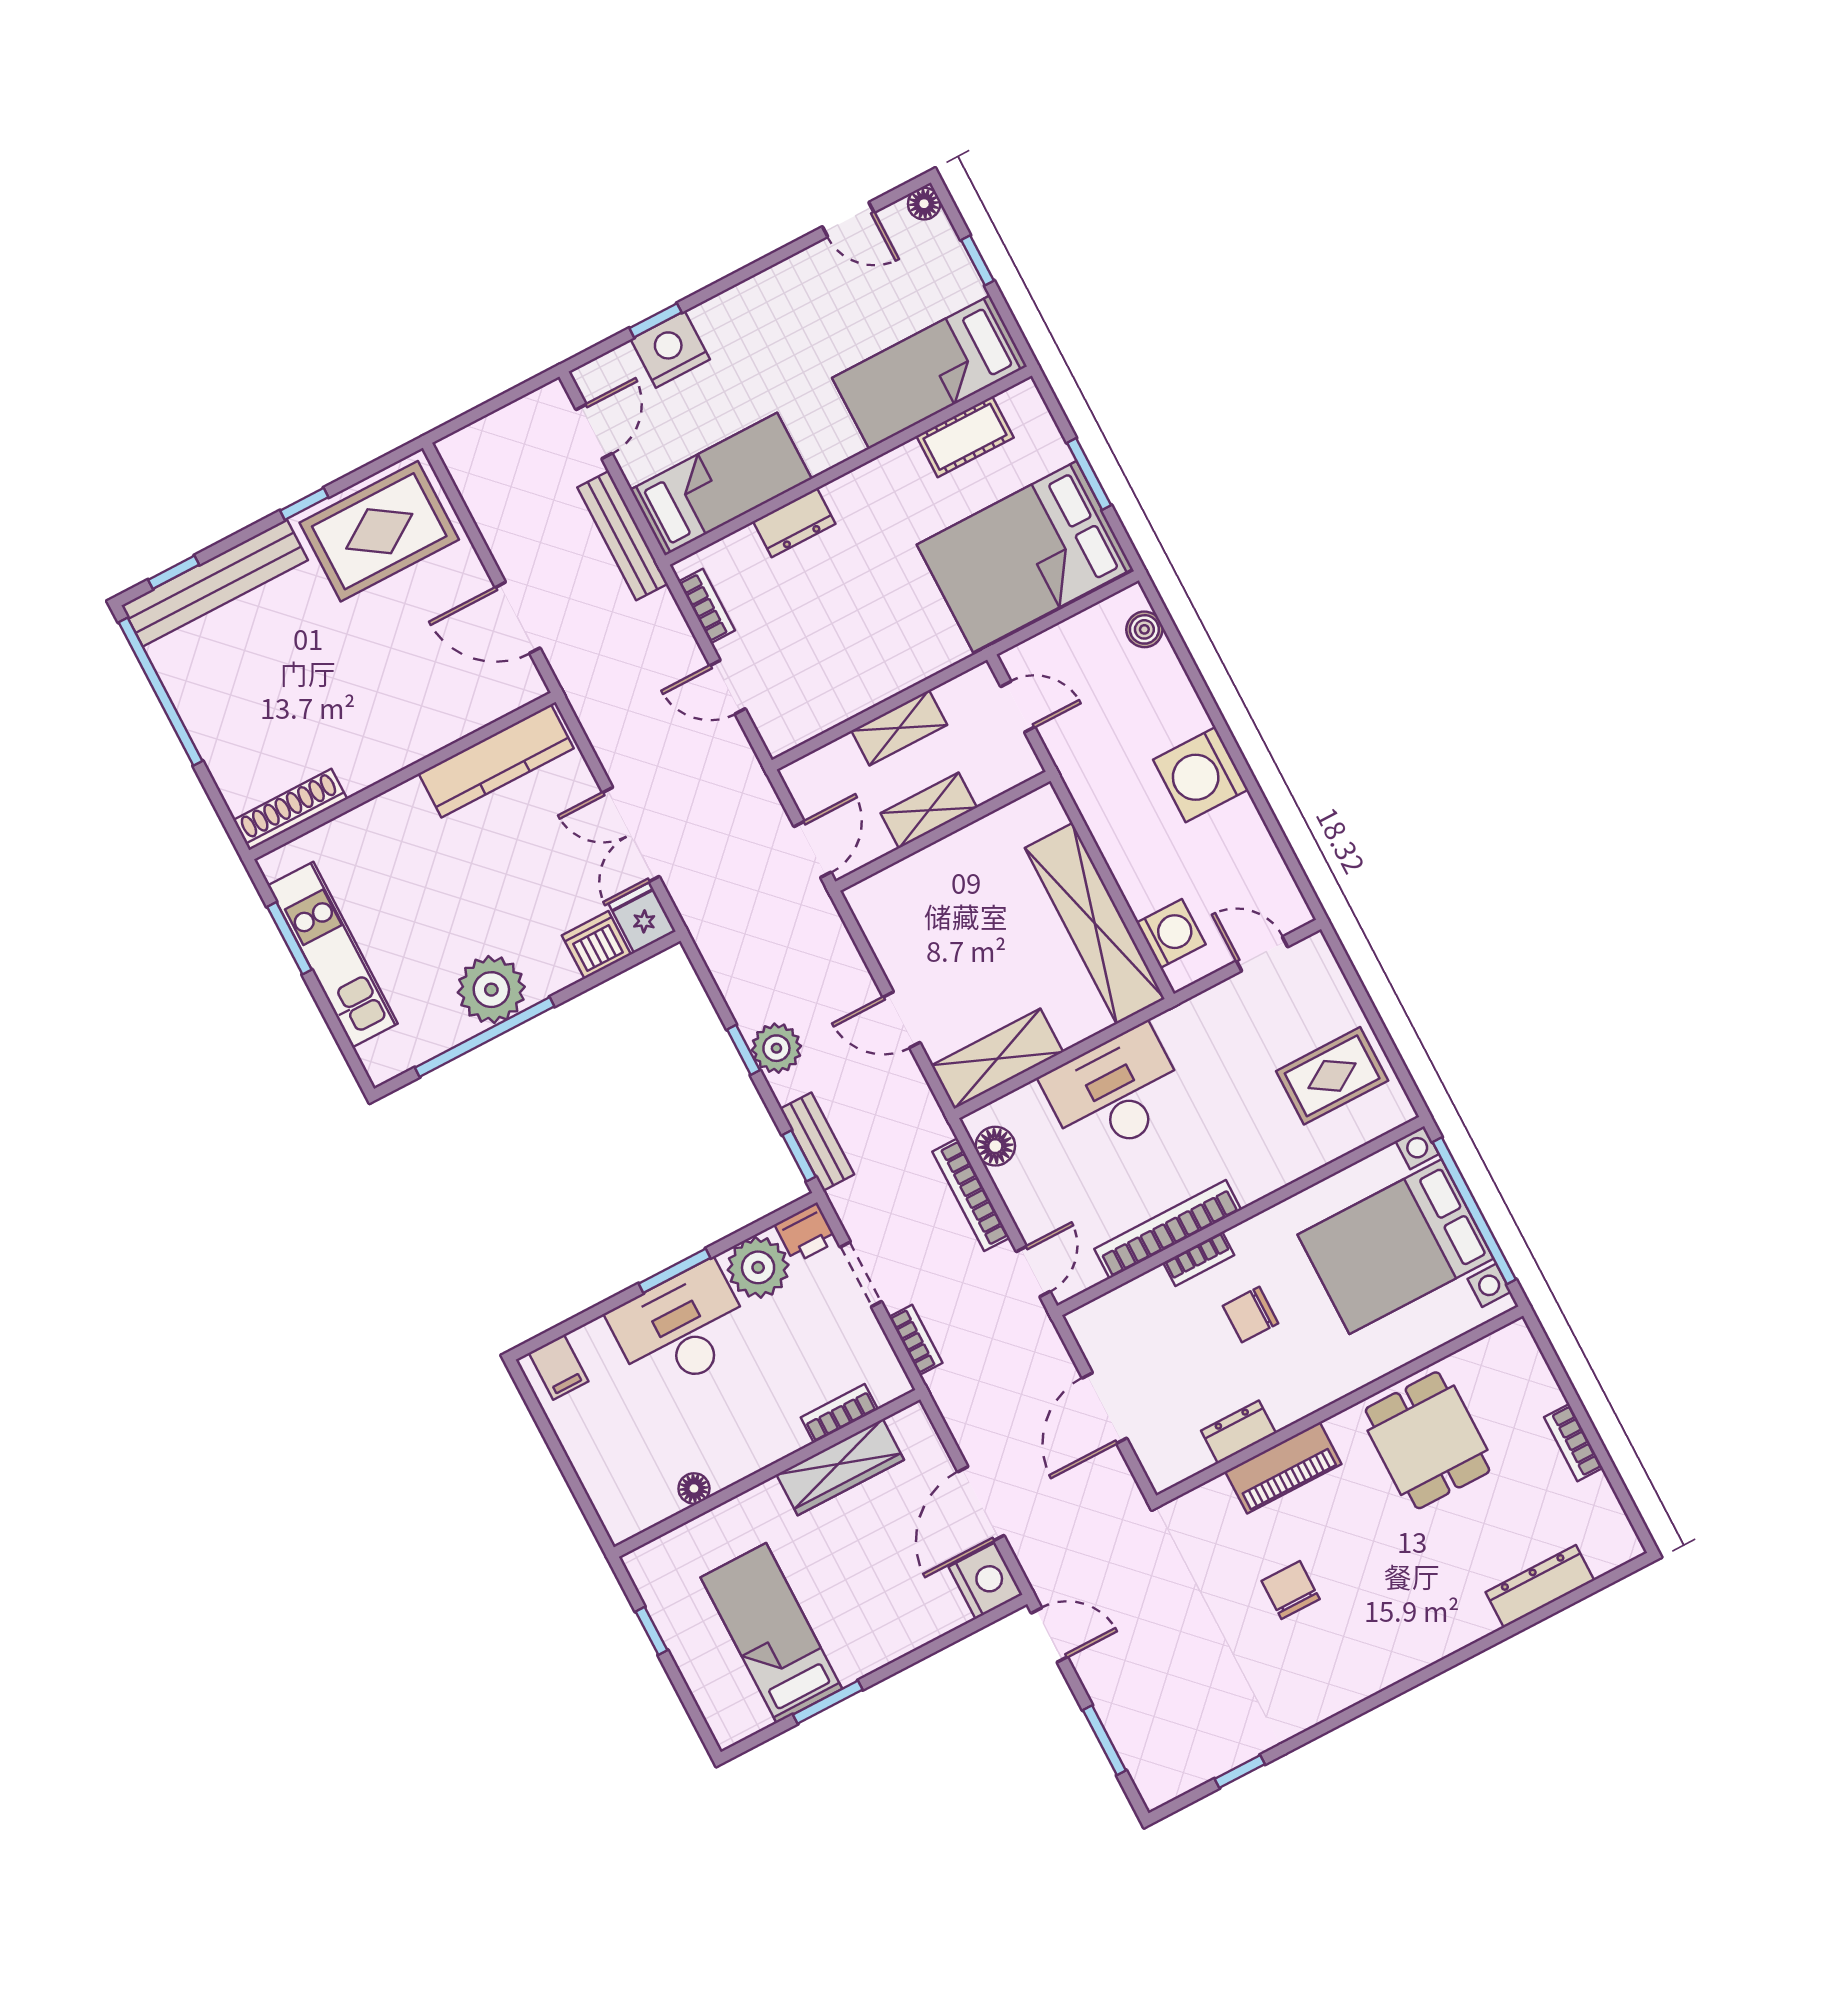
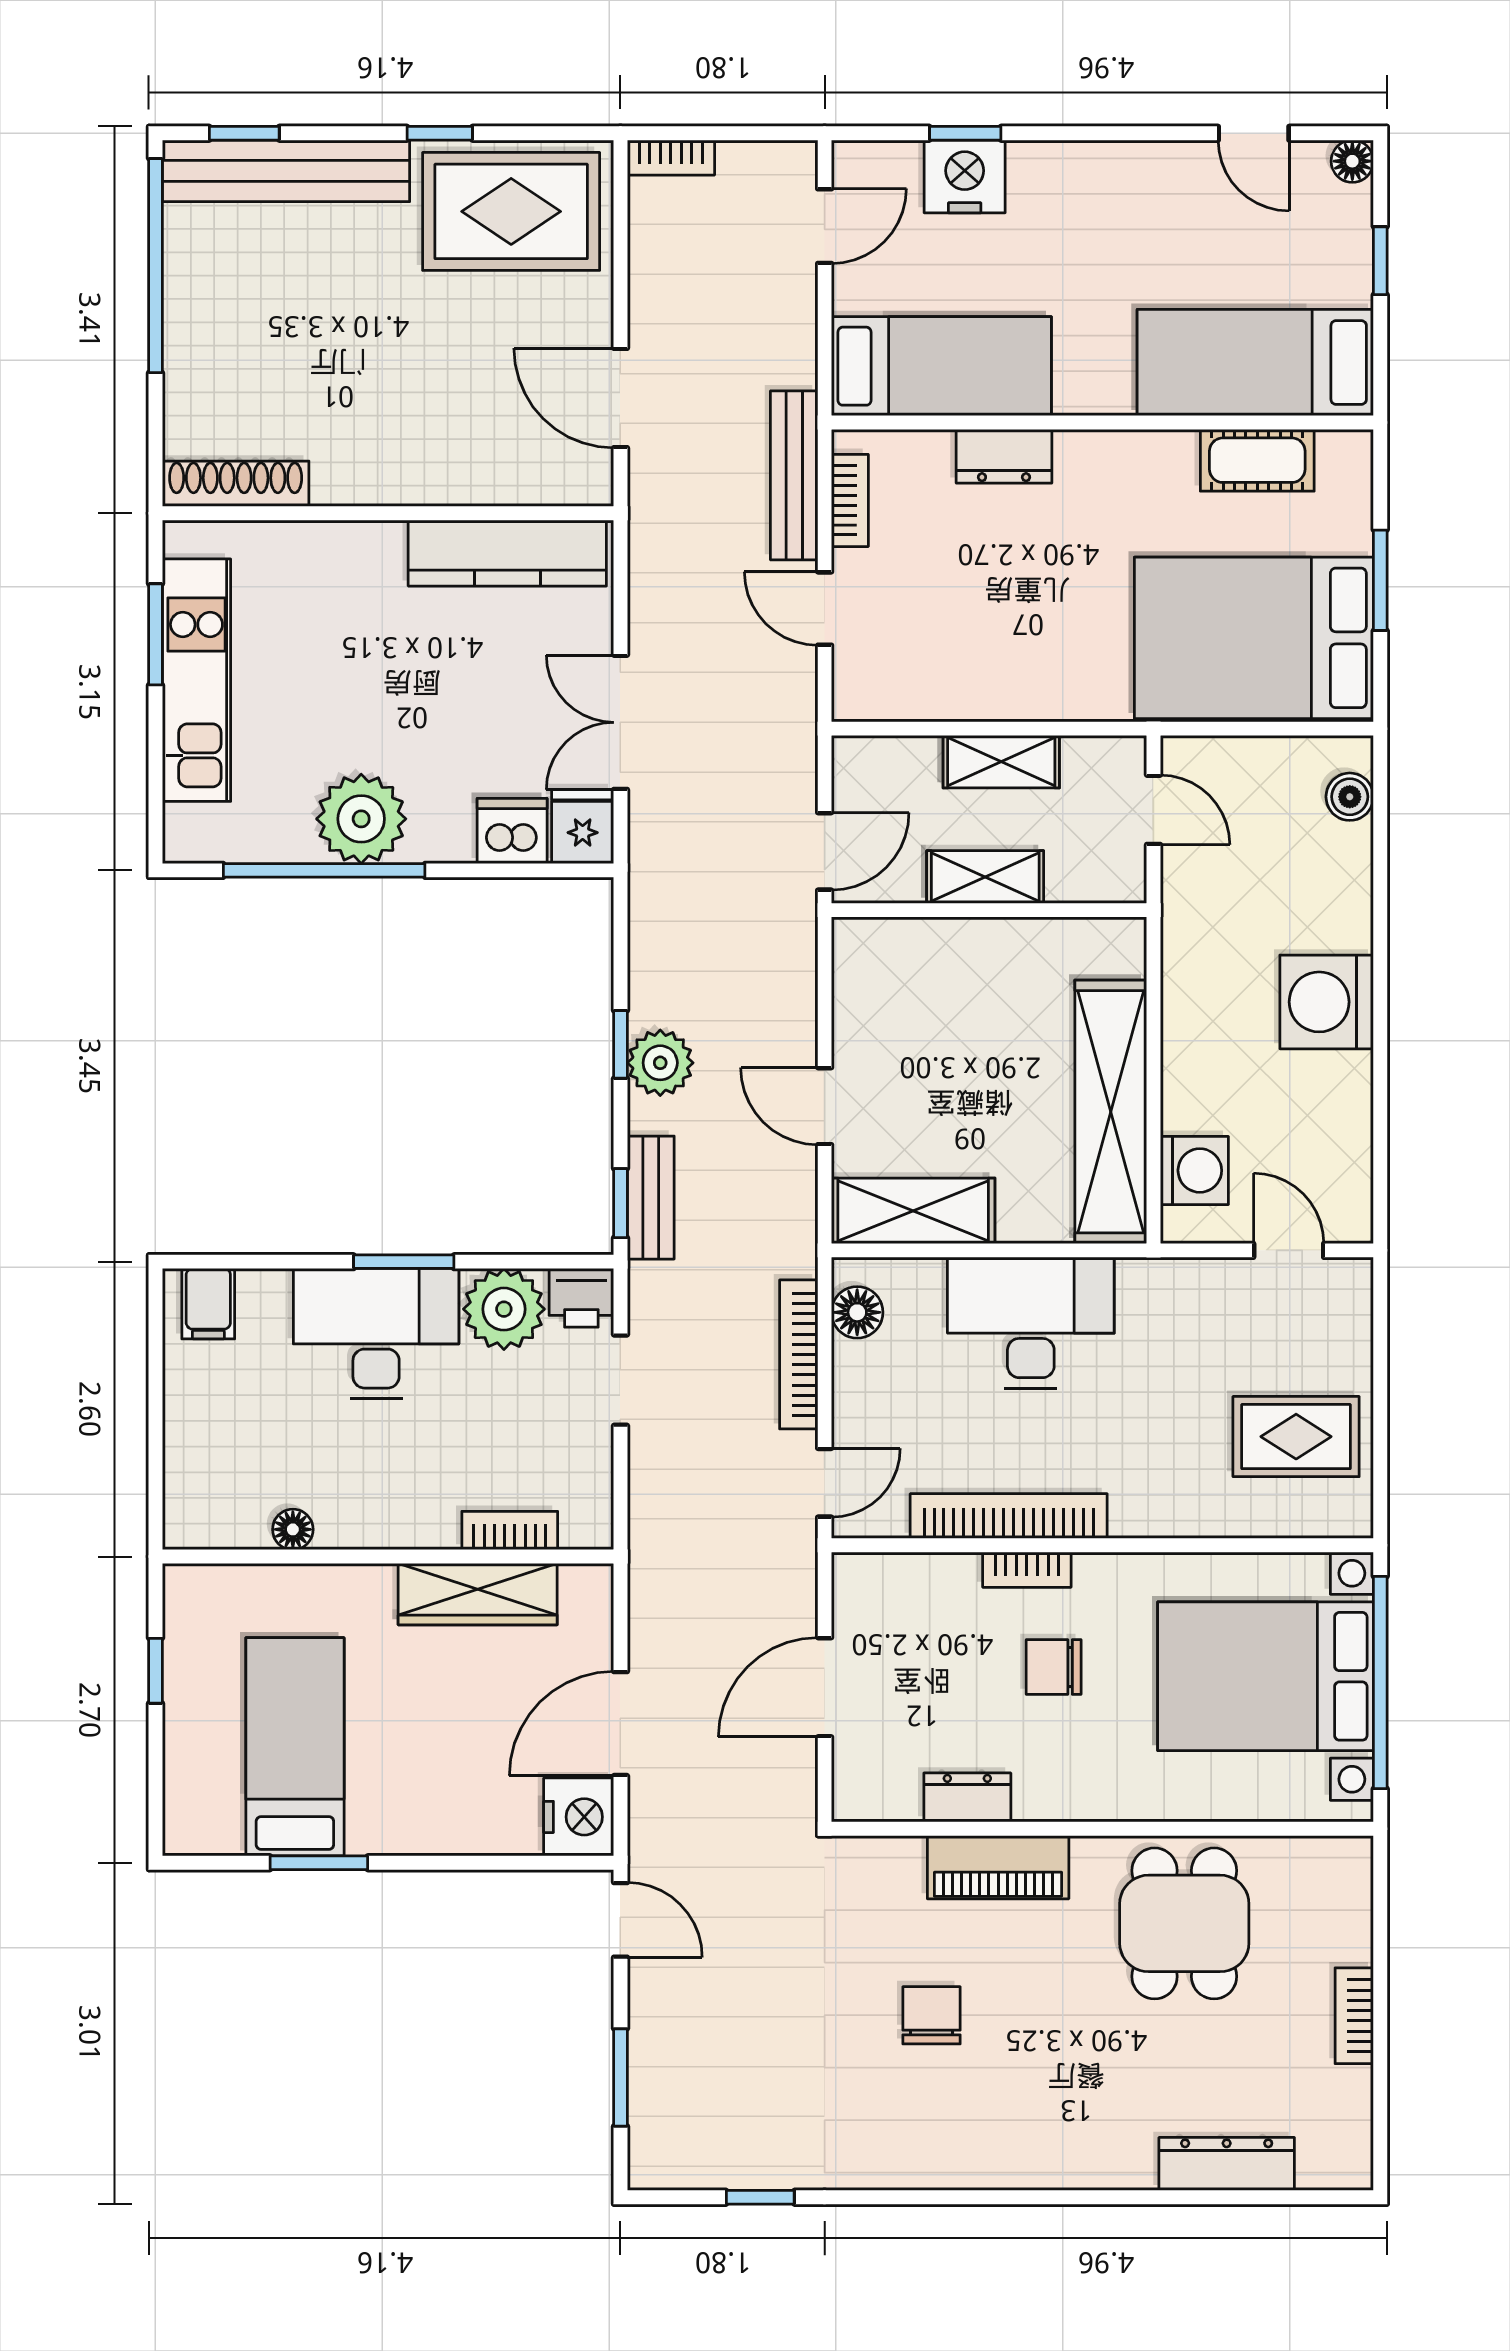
bench: (622, 536) -> (794, 475), moved
bookcase: (916, 1340) -> (671, 158), moved, turned 90

